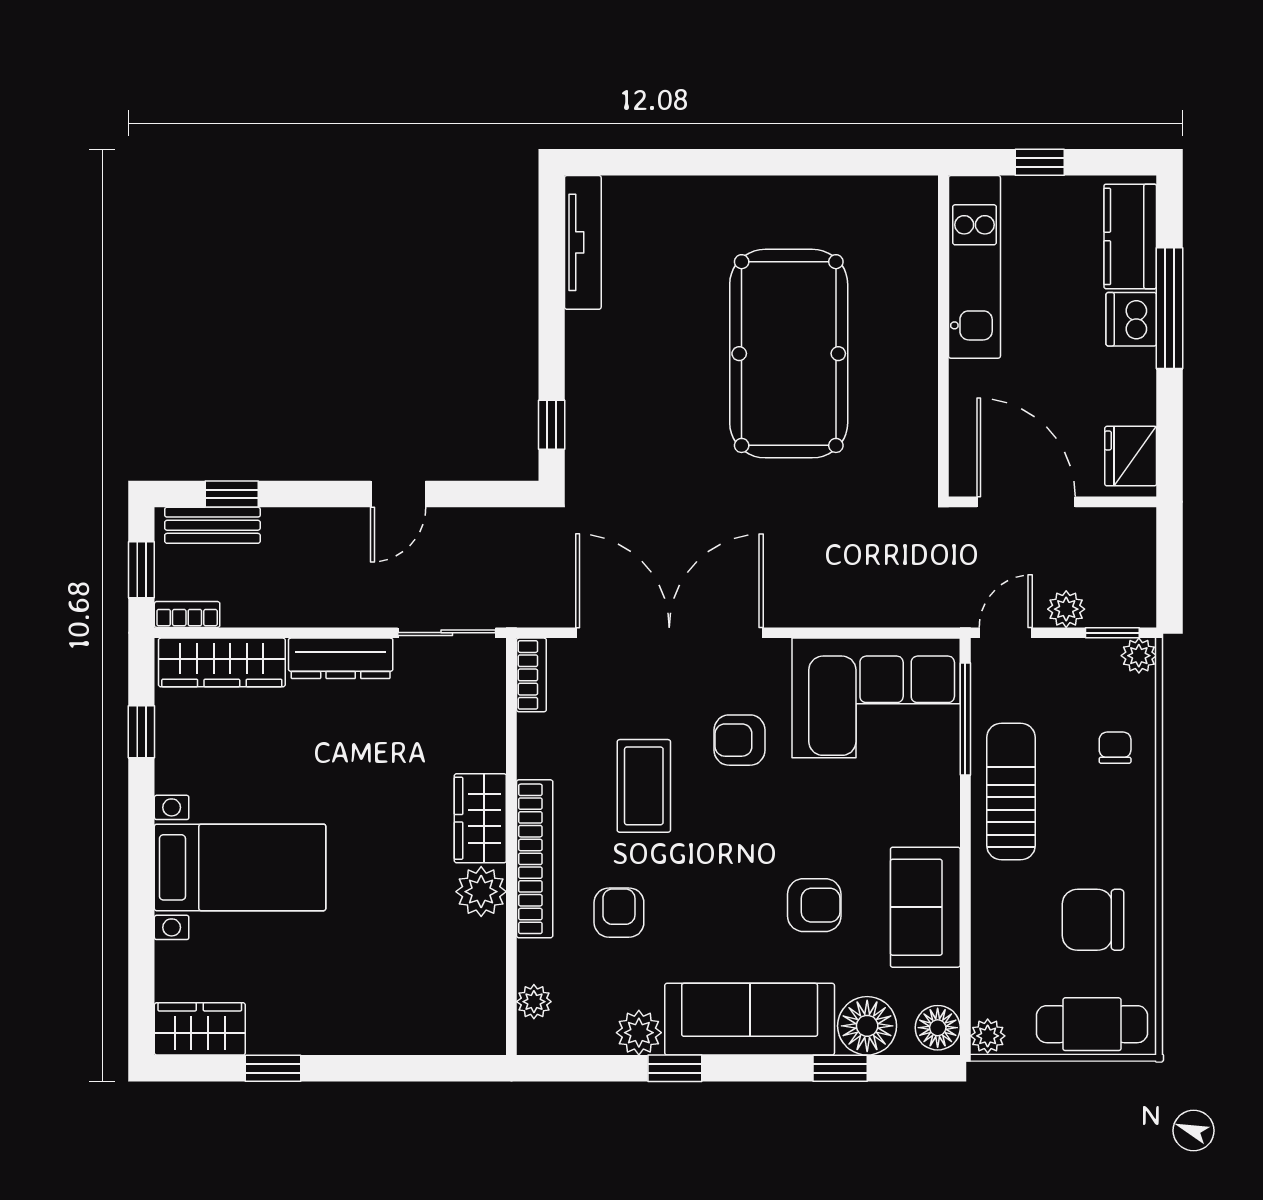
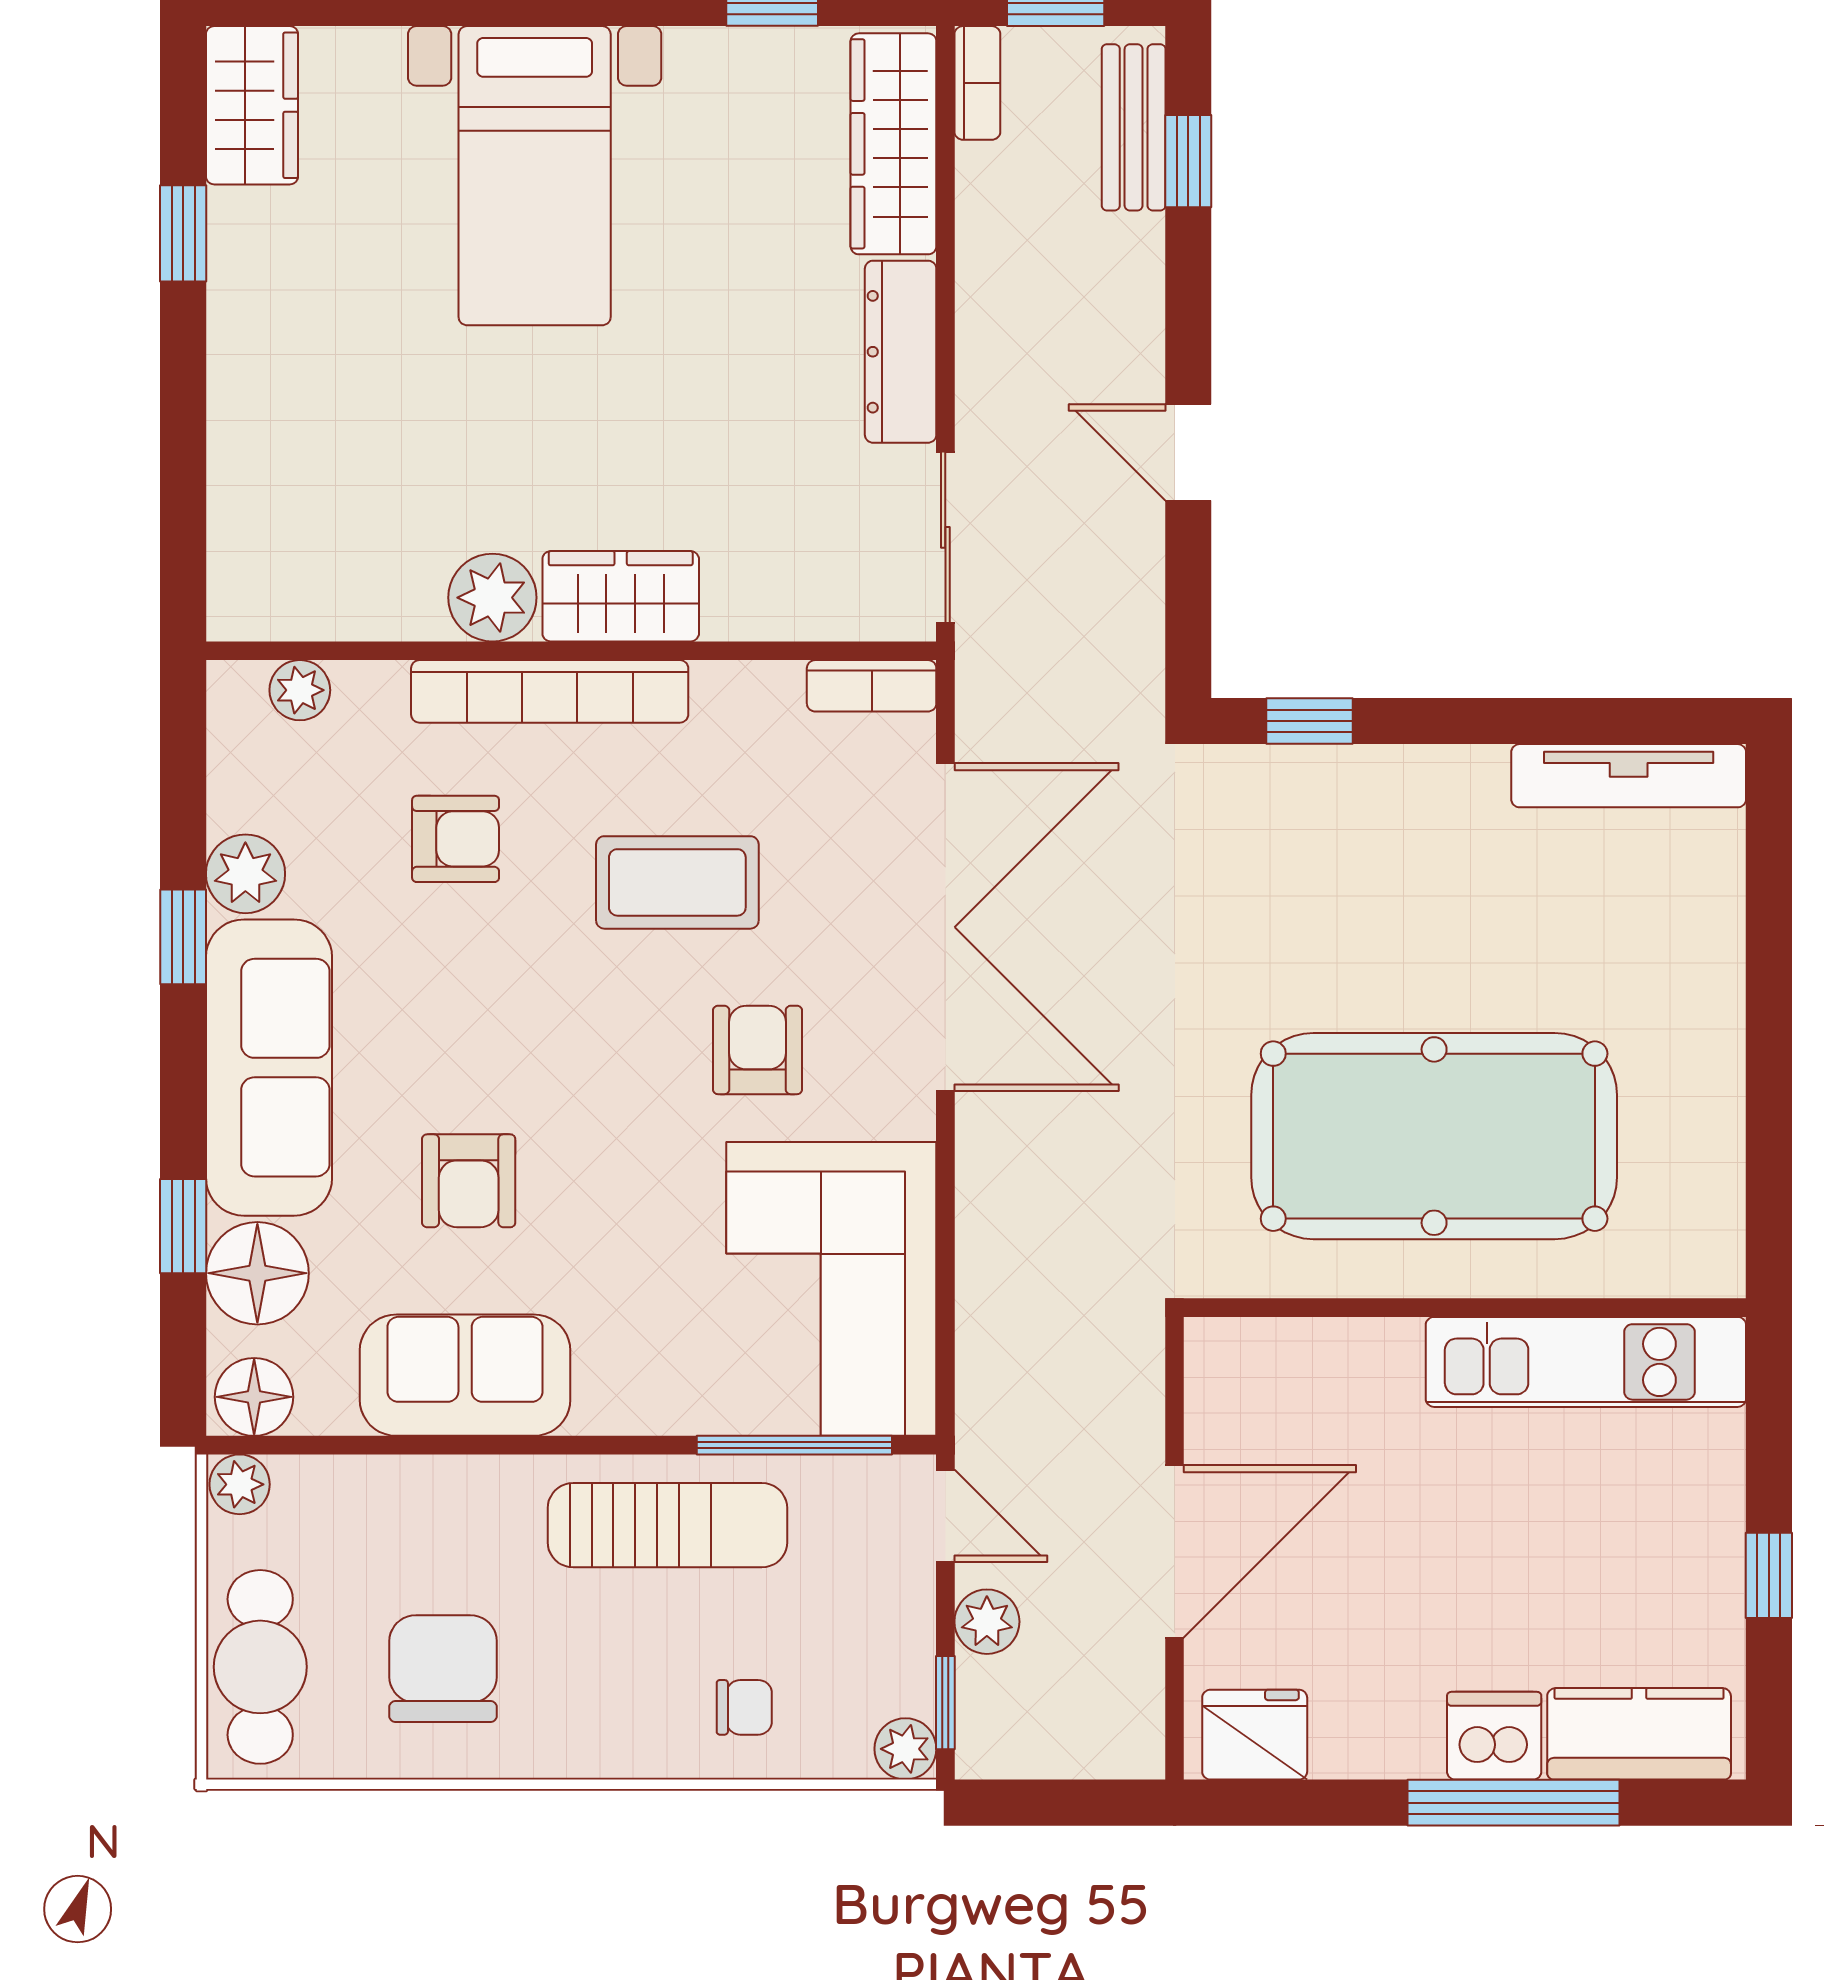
kitchen unit: (974, 267) -> (1586, 1362), moved
wall: (943, 336) -> (1465, 1308), moved

